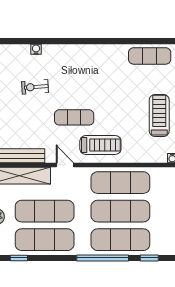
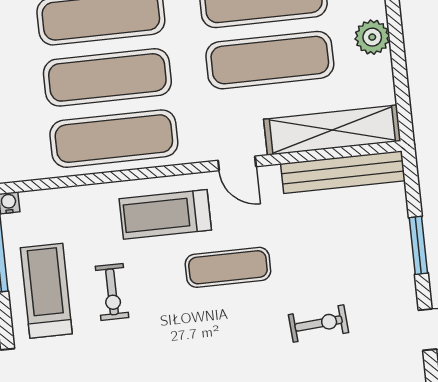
exercise bike: (129, 112) -> (112, 292), added
treadmill: (159, 116) -> (46, 291), turned 180

